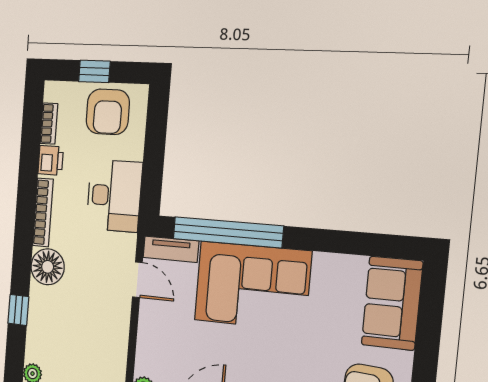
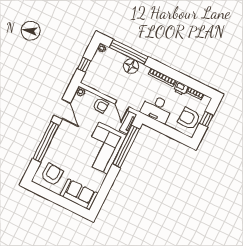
floor lamp: (48, 267) -> (131, 66), moved
door: (137, 280) -> (122, 105), hinge flipped
window: (18, 310) -> (129, 52), width x3.17
armchair: (157, 329) -> (101, 106), added

